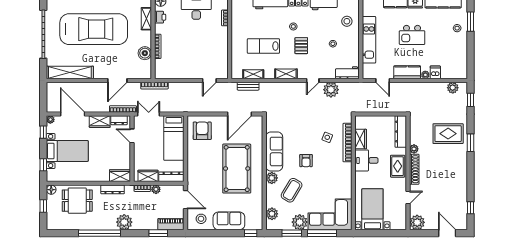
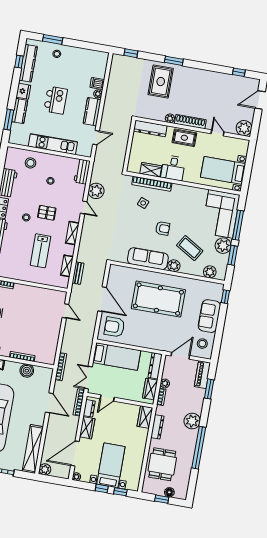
plant: (453, 88) -> (45, 469), moved
door: (240, 114) -> (102, 299), moved
window: (43, 132) -> (102, 488), moved
floor lamp: (51, 190) -> (169, 492), moved

